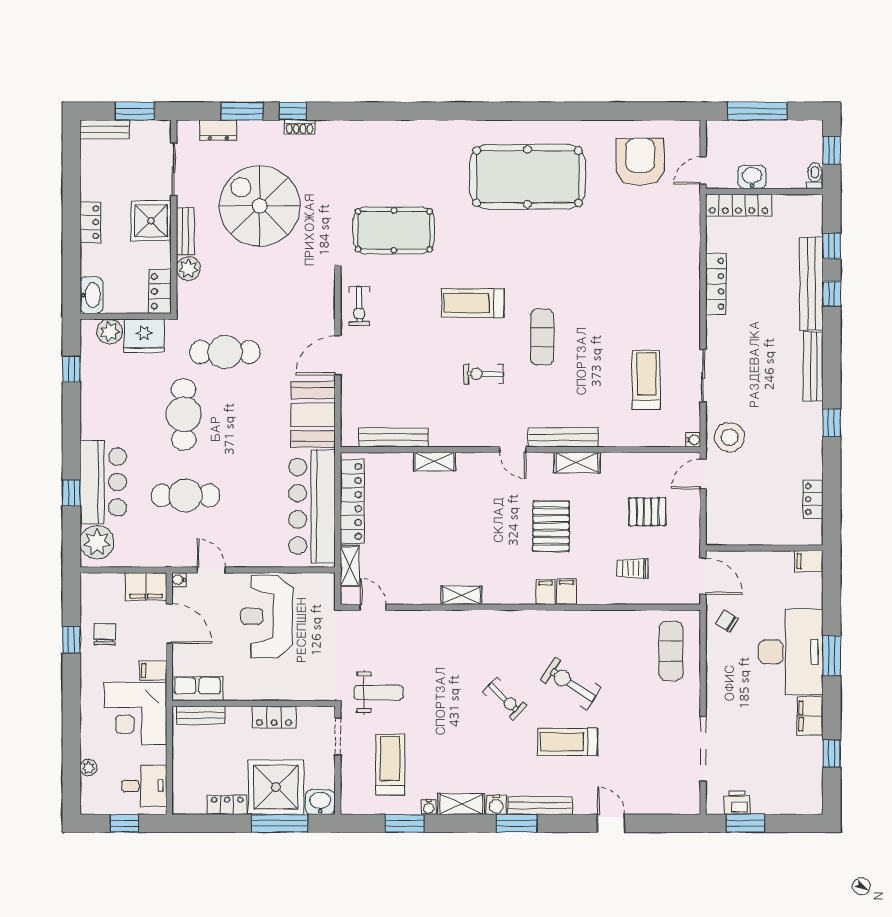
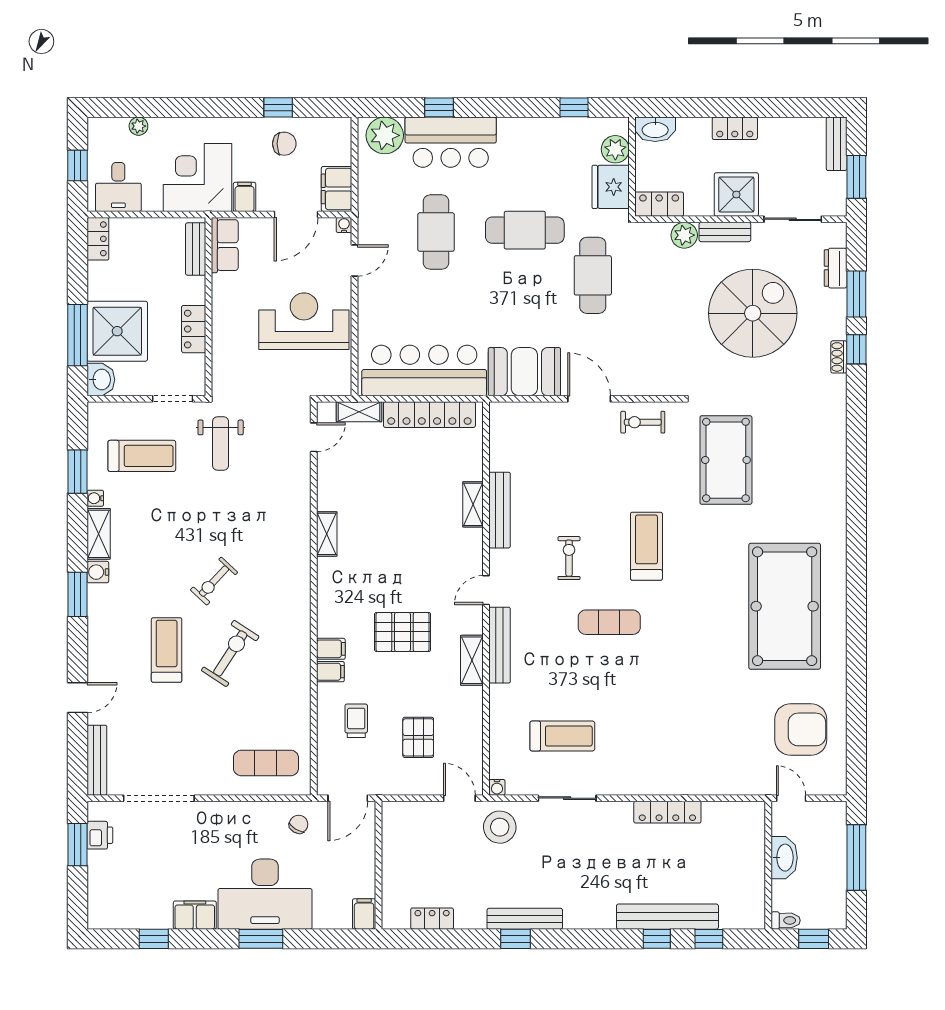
washbasin: (752, 177) -> (784, 858), width x1.38
locker: (739, 205) -> (754, 837), removed
bench: (813, 367) -> (525, 919), moved
bench: (394, 437) -> (500, 510), moved
filing cabinet: (546, 592) -> (330, 672), moved
locker: (227, 805) -> (98, 239), moved
bench: (540, 806) -> (97, 760), moved

